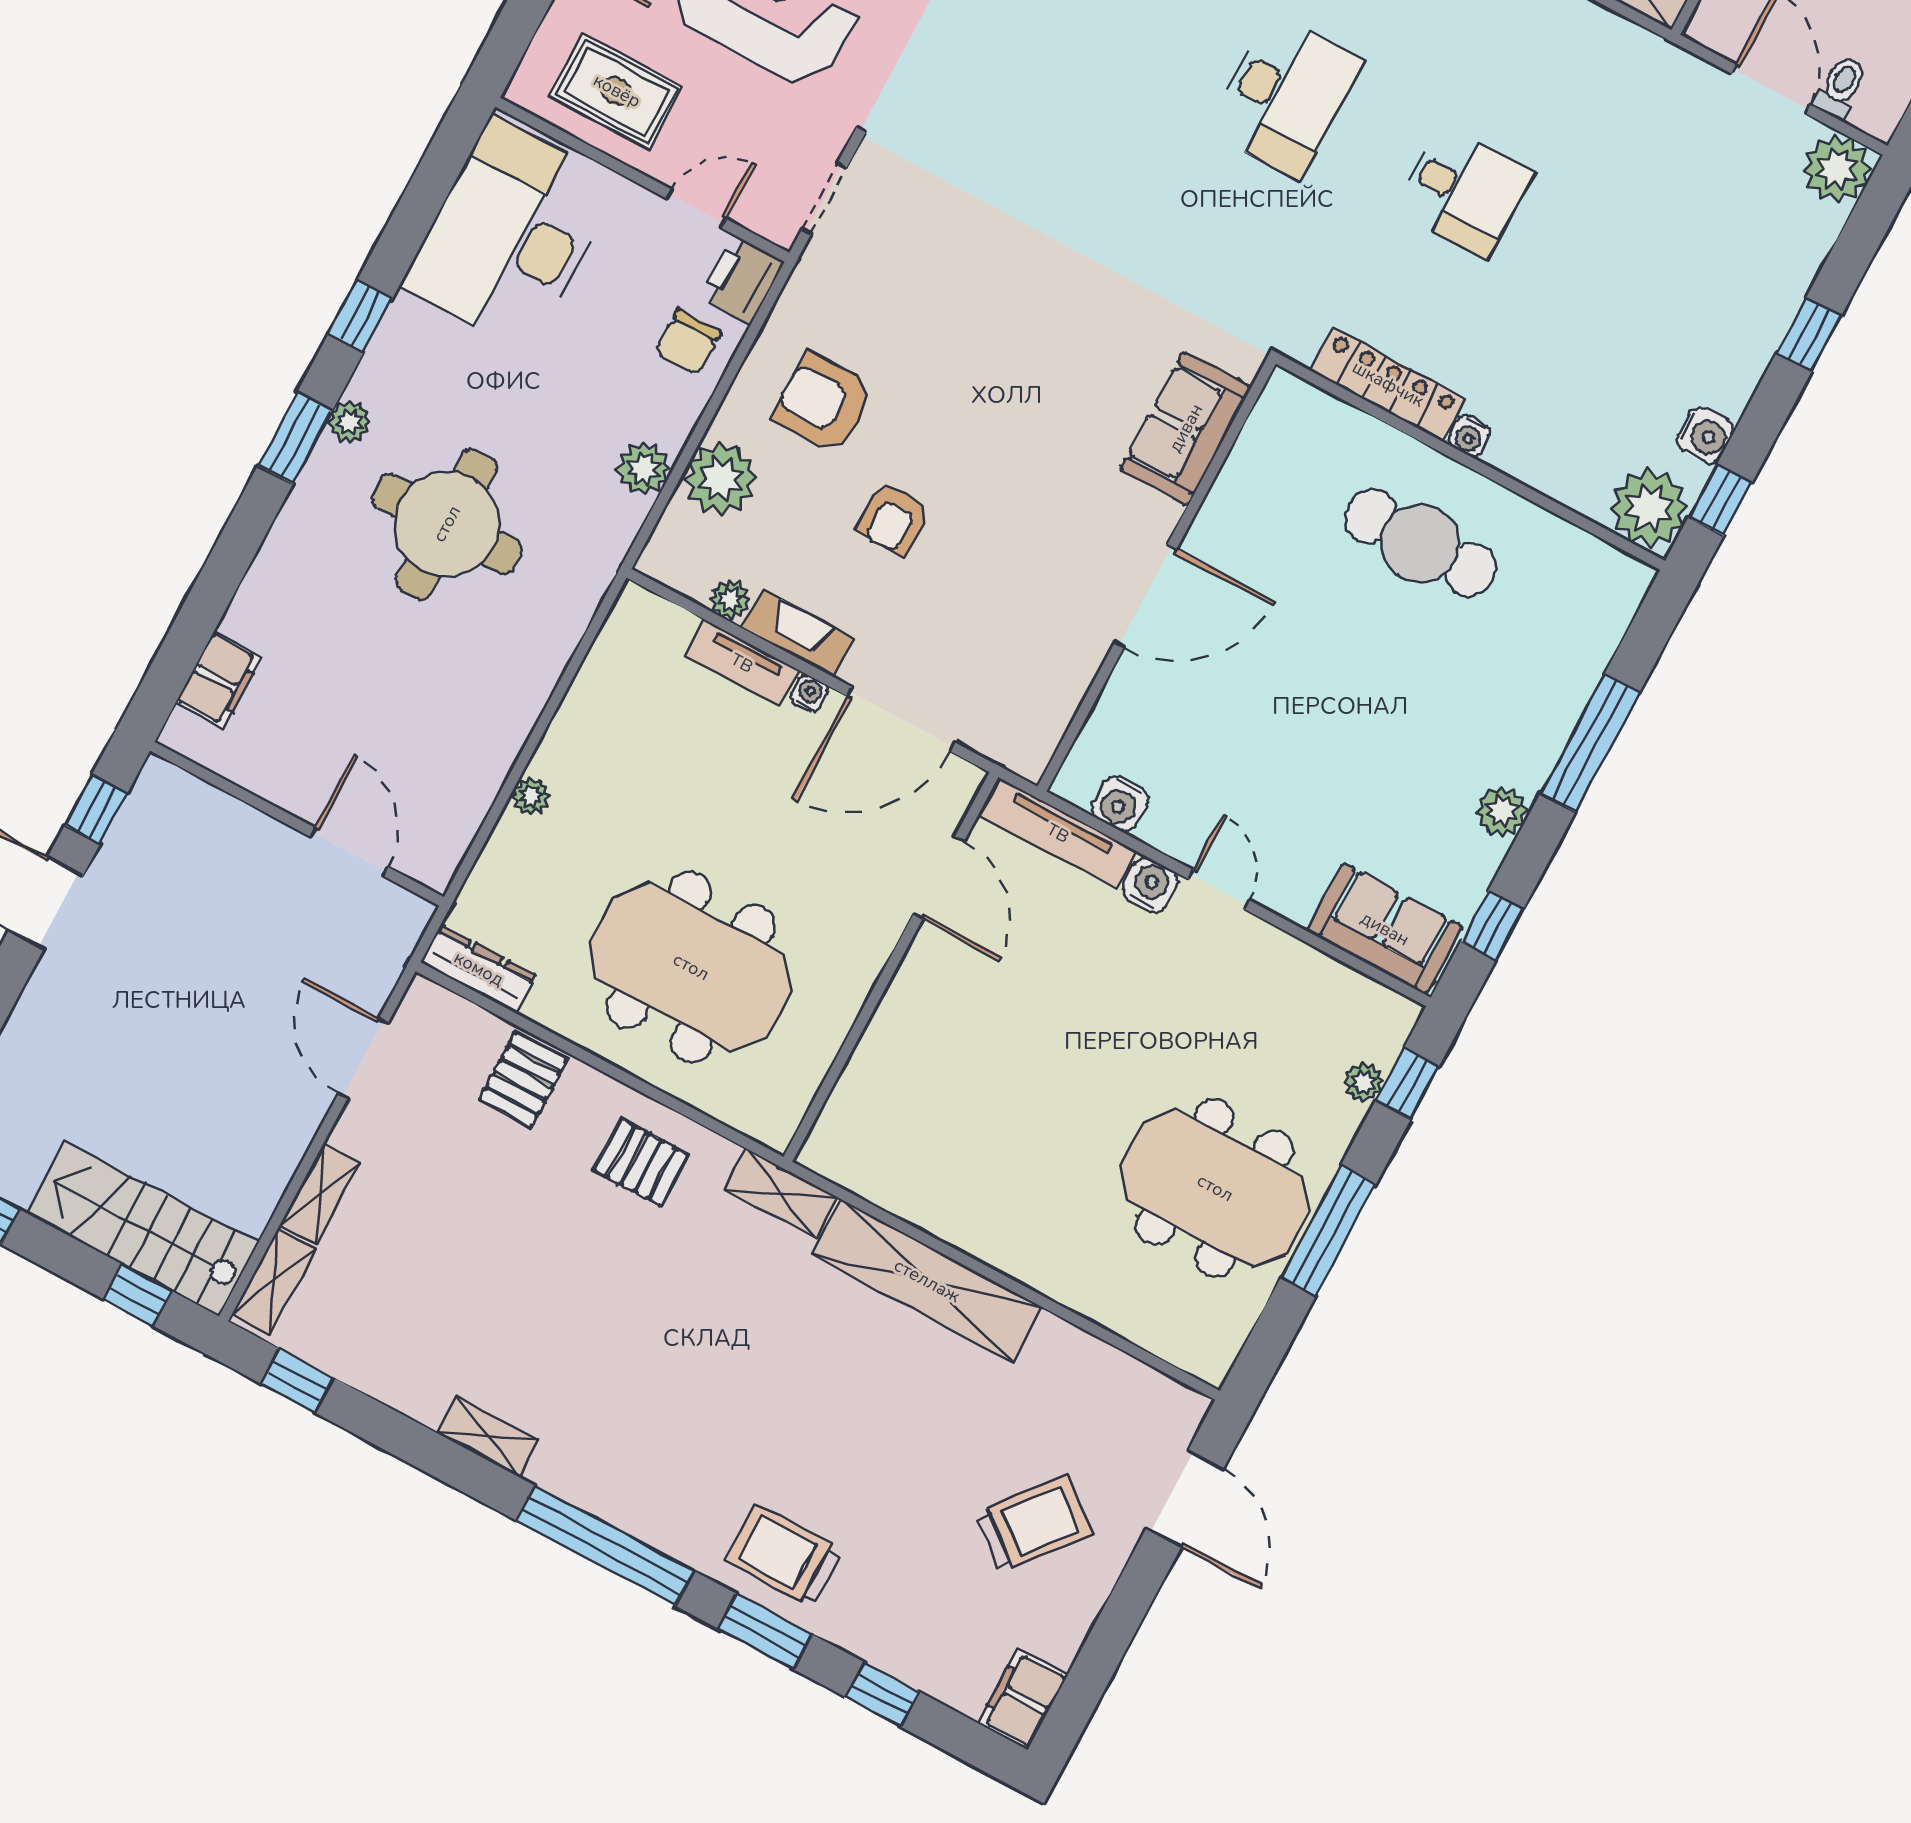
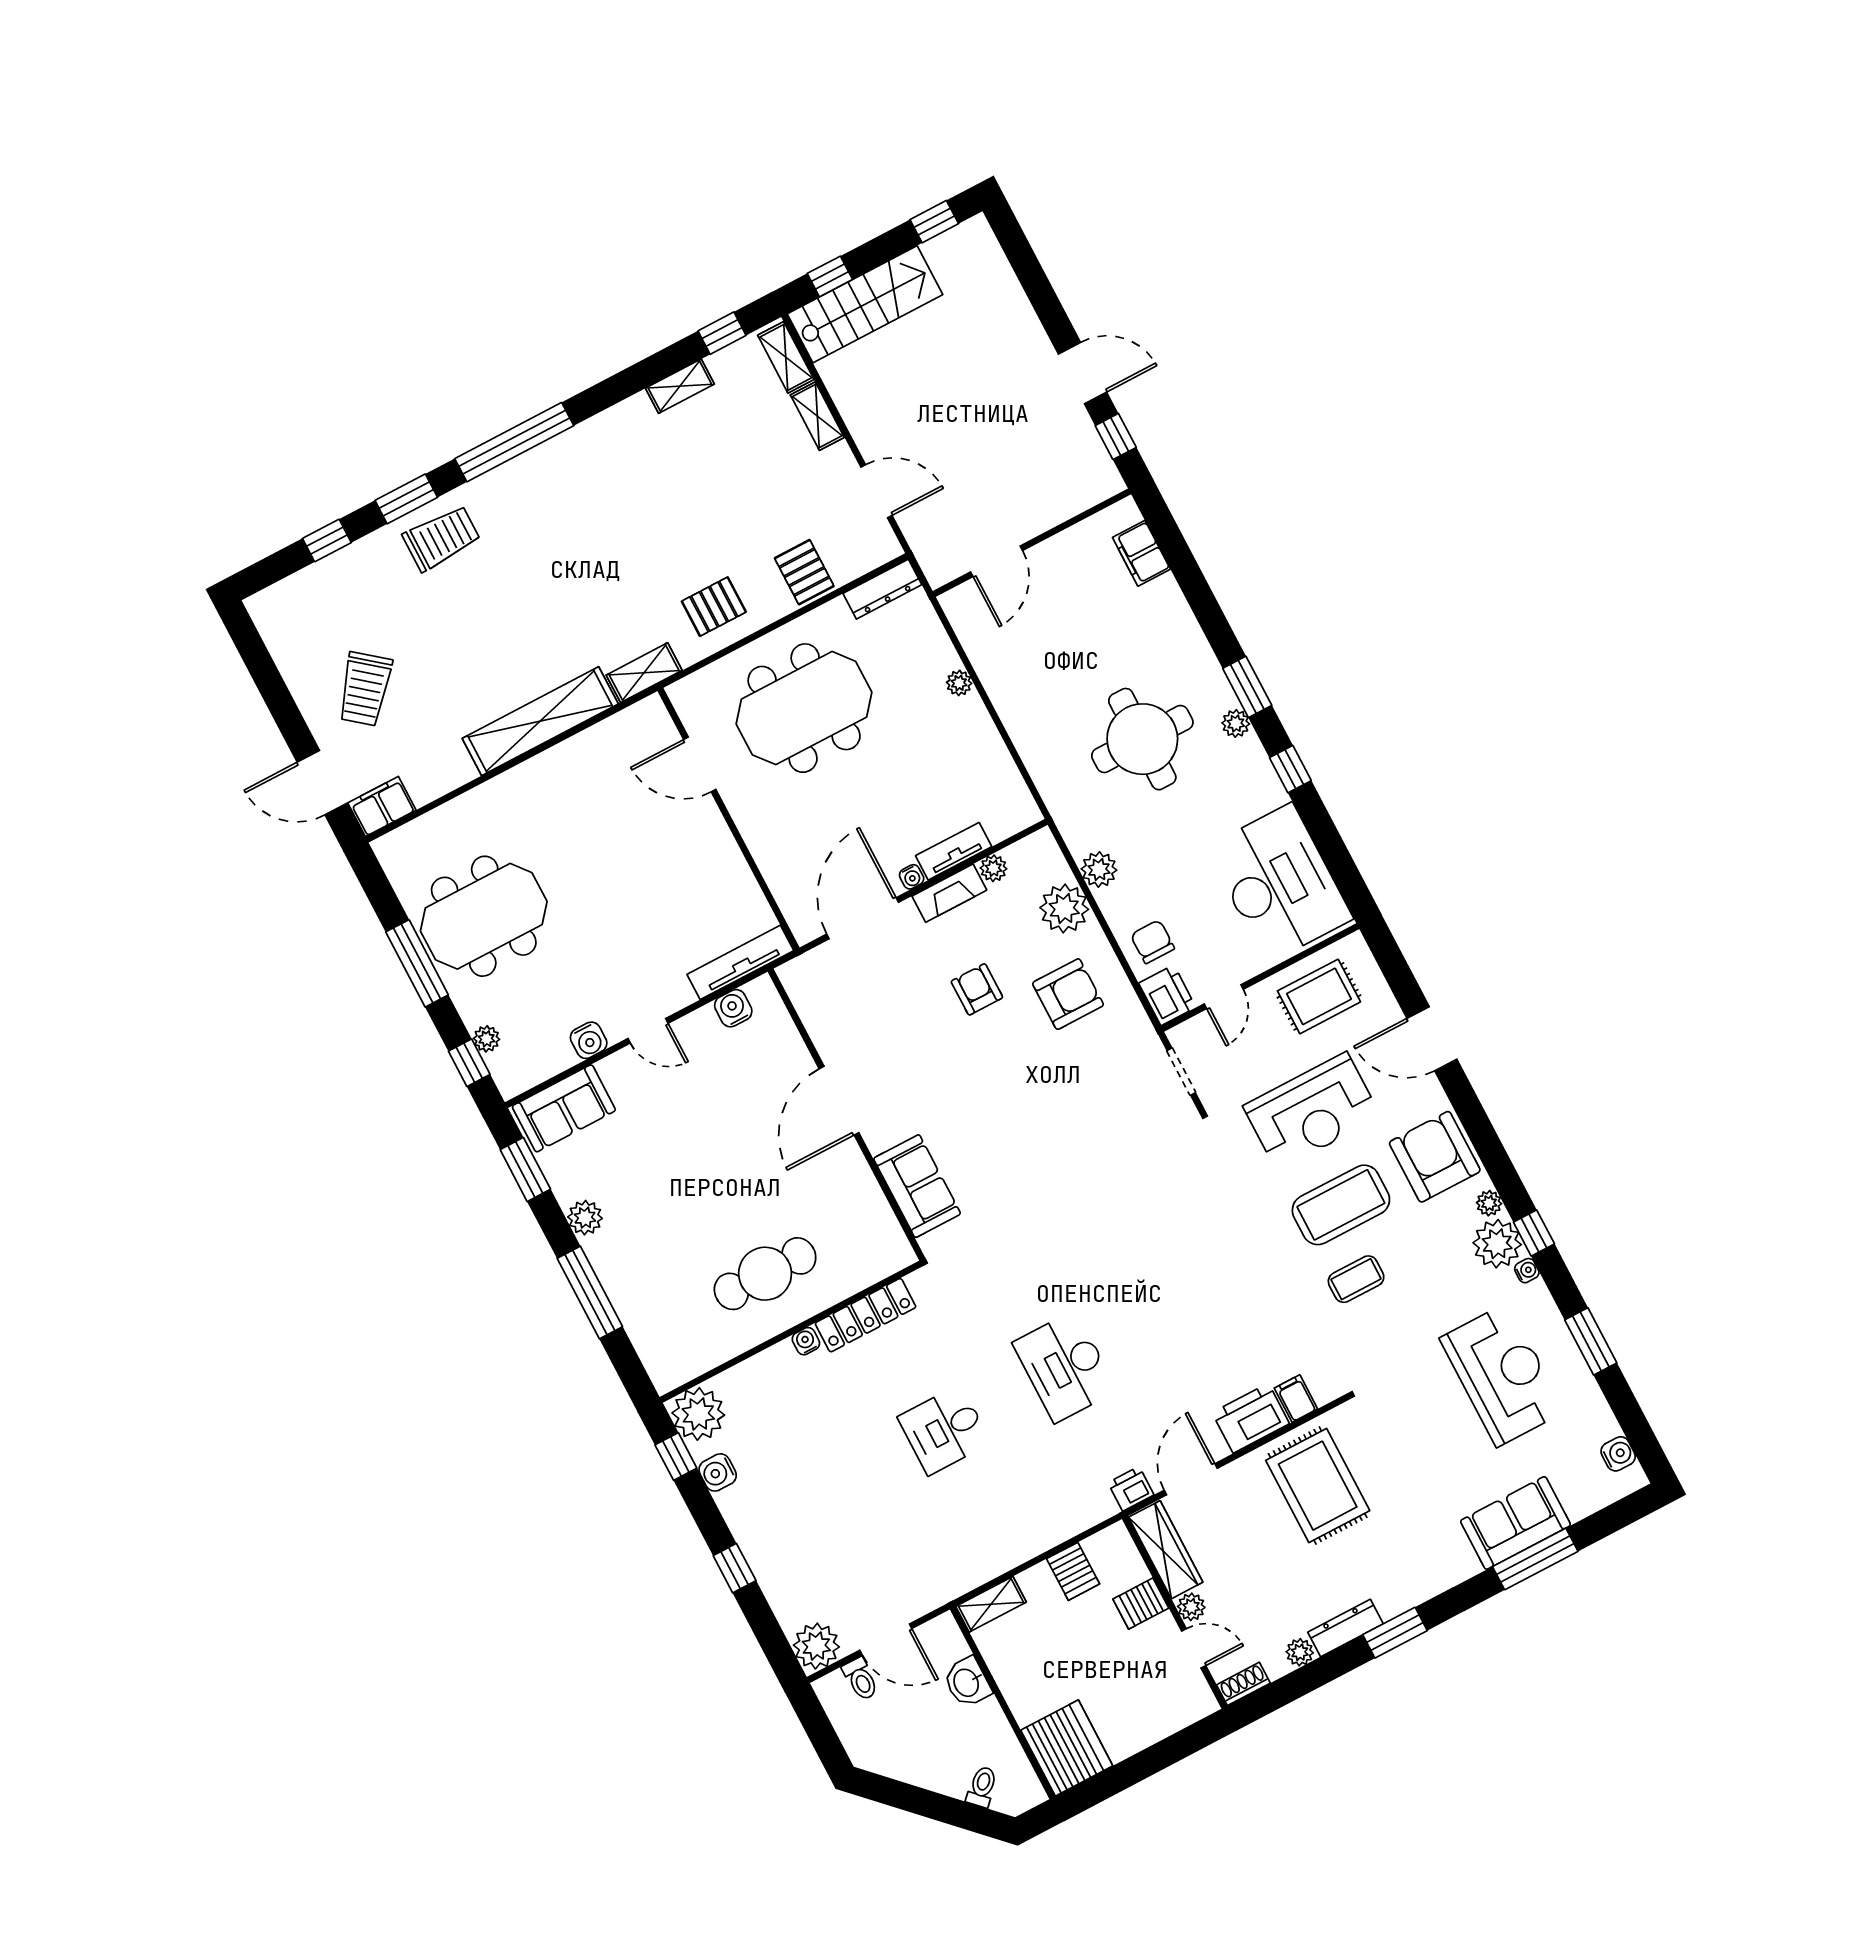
door: (349, 852) -> (997, 561), hinge flipped
door: (939, 878) -> (700, 764), moved
water cooler: (1150, 885) -> (589, 1040), moved
window: (1492, 925) -> (525, 1169), width x1.50
shelving: (488, 1436) -> (680, 386), moved
filing cabinet: (1023, 1699) -> (382, 806), moved, turned -90

